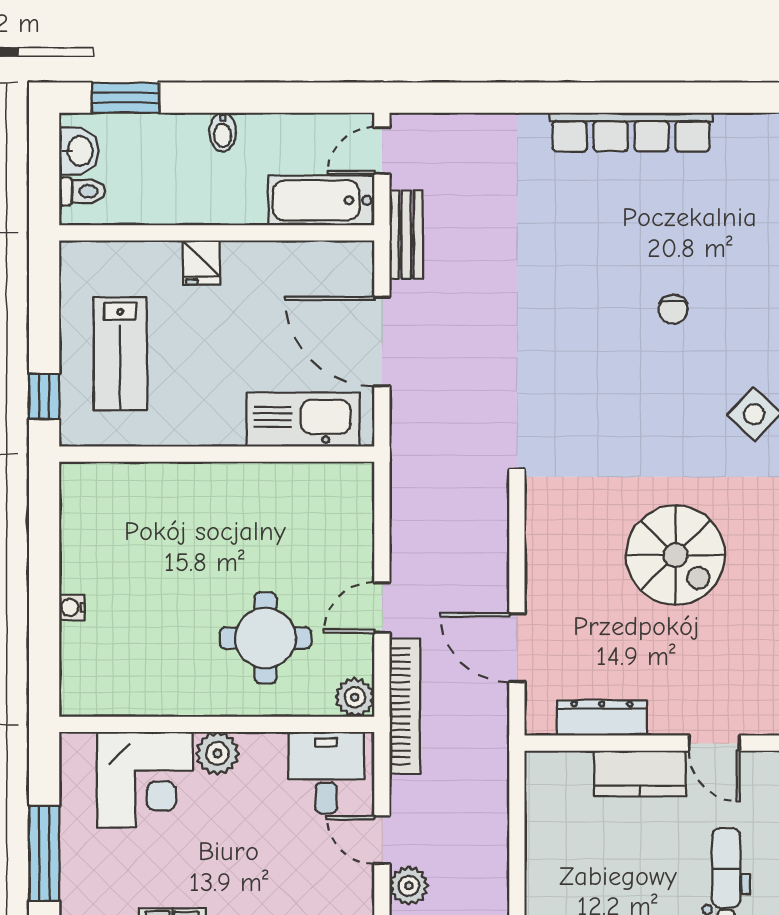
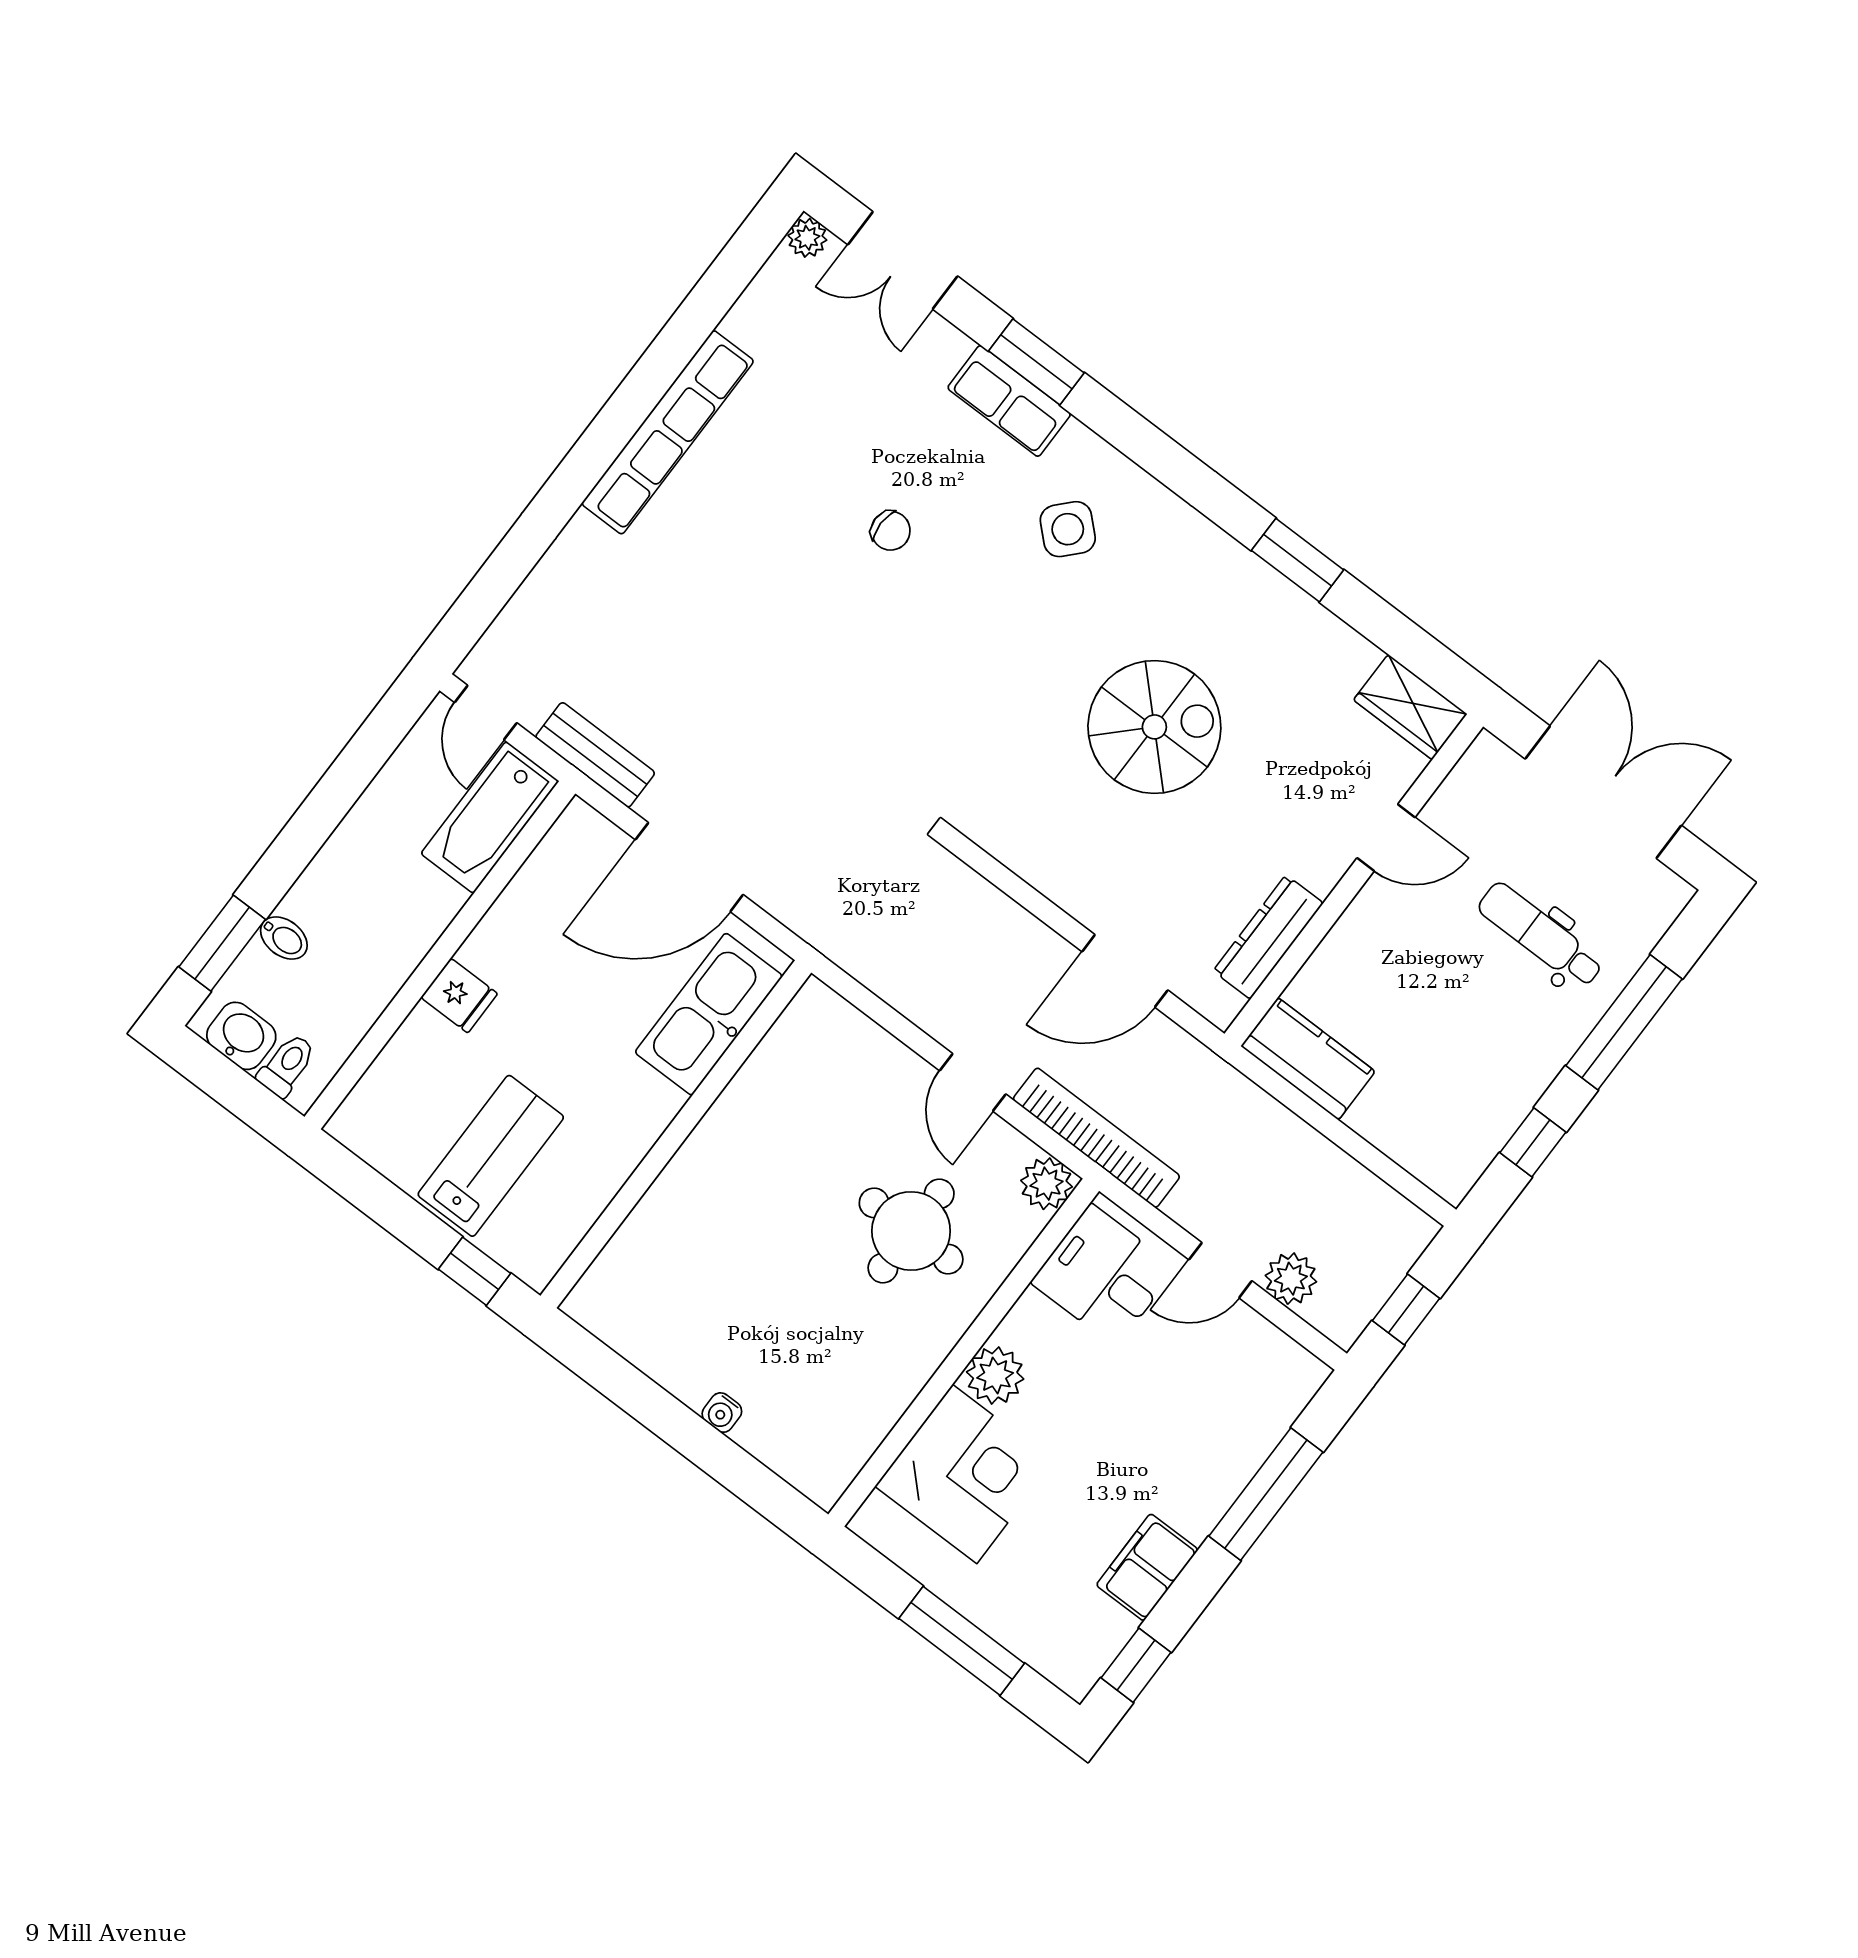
bidet: (223, 132) -> (284, 938), moved
lab bench: (120, 354) -> (491, 1156), turned -90
kitchen counter: (640, 774) -> (1308, 1059), moved, turned -90

